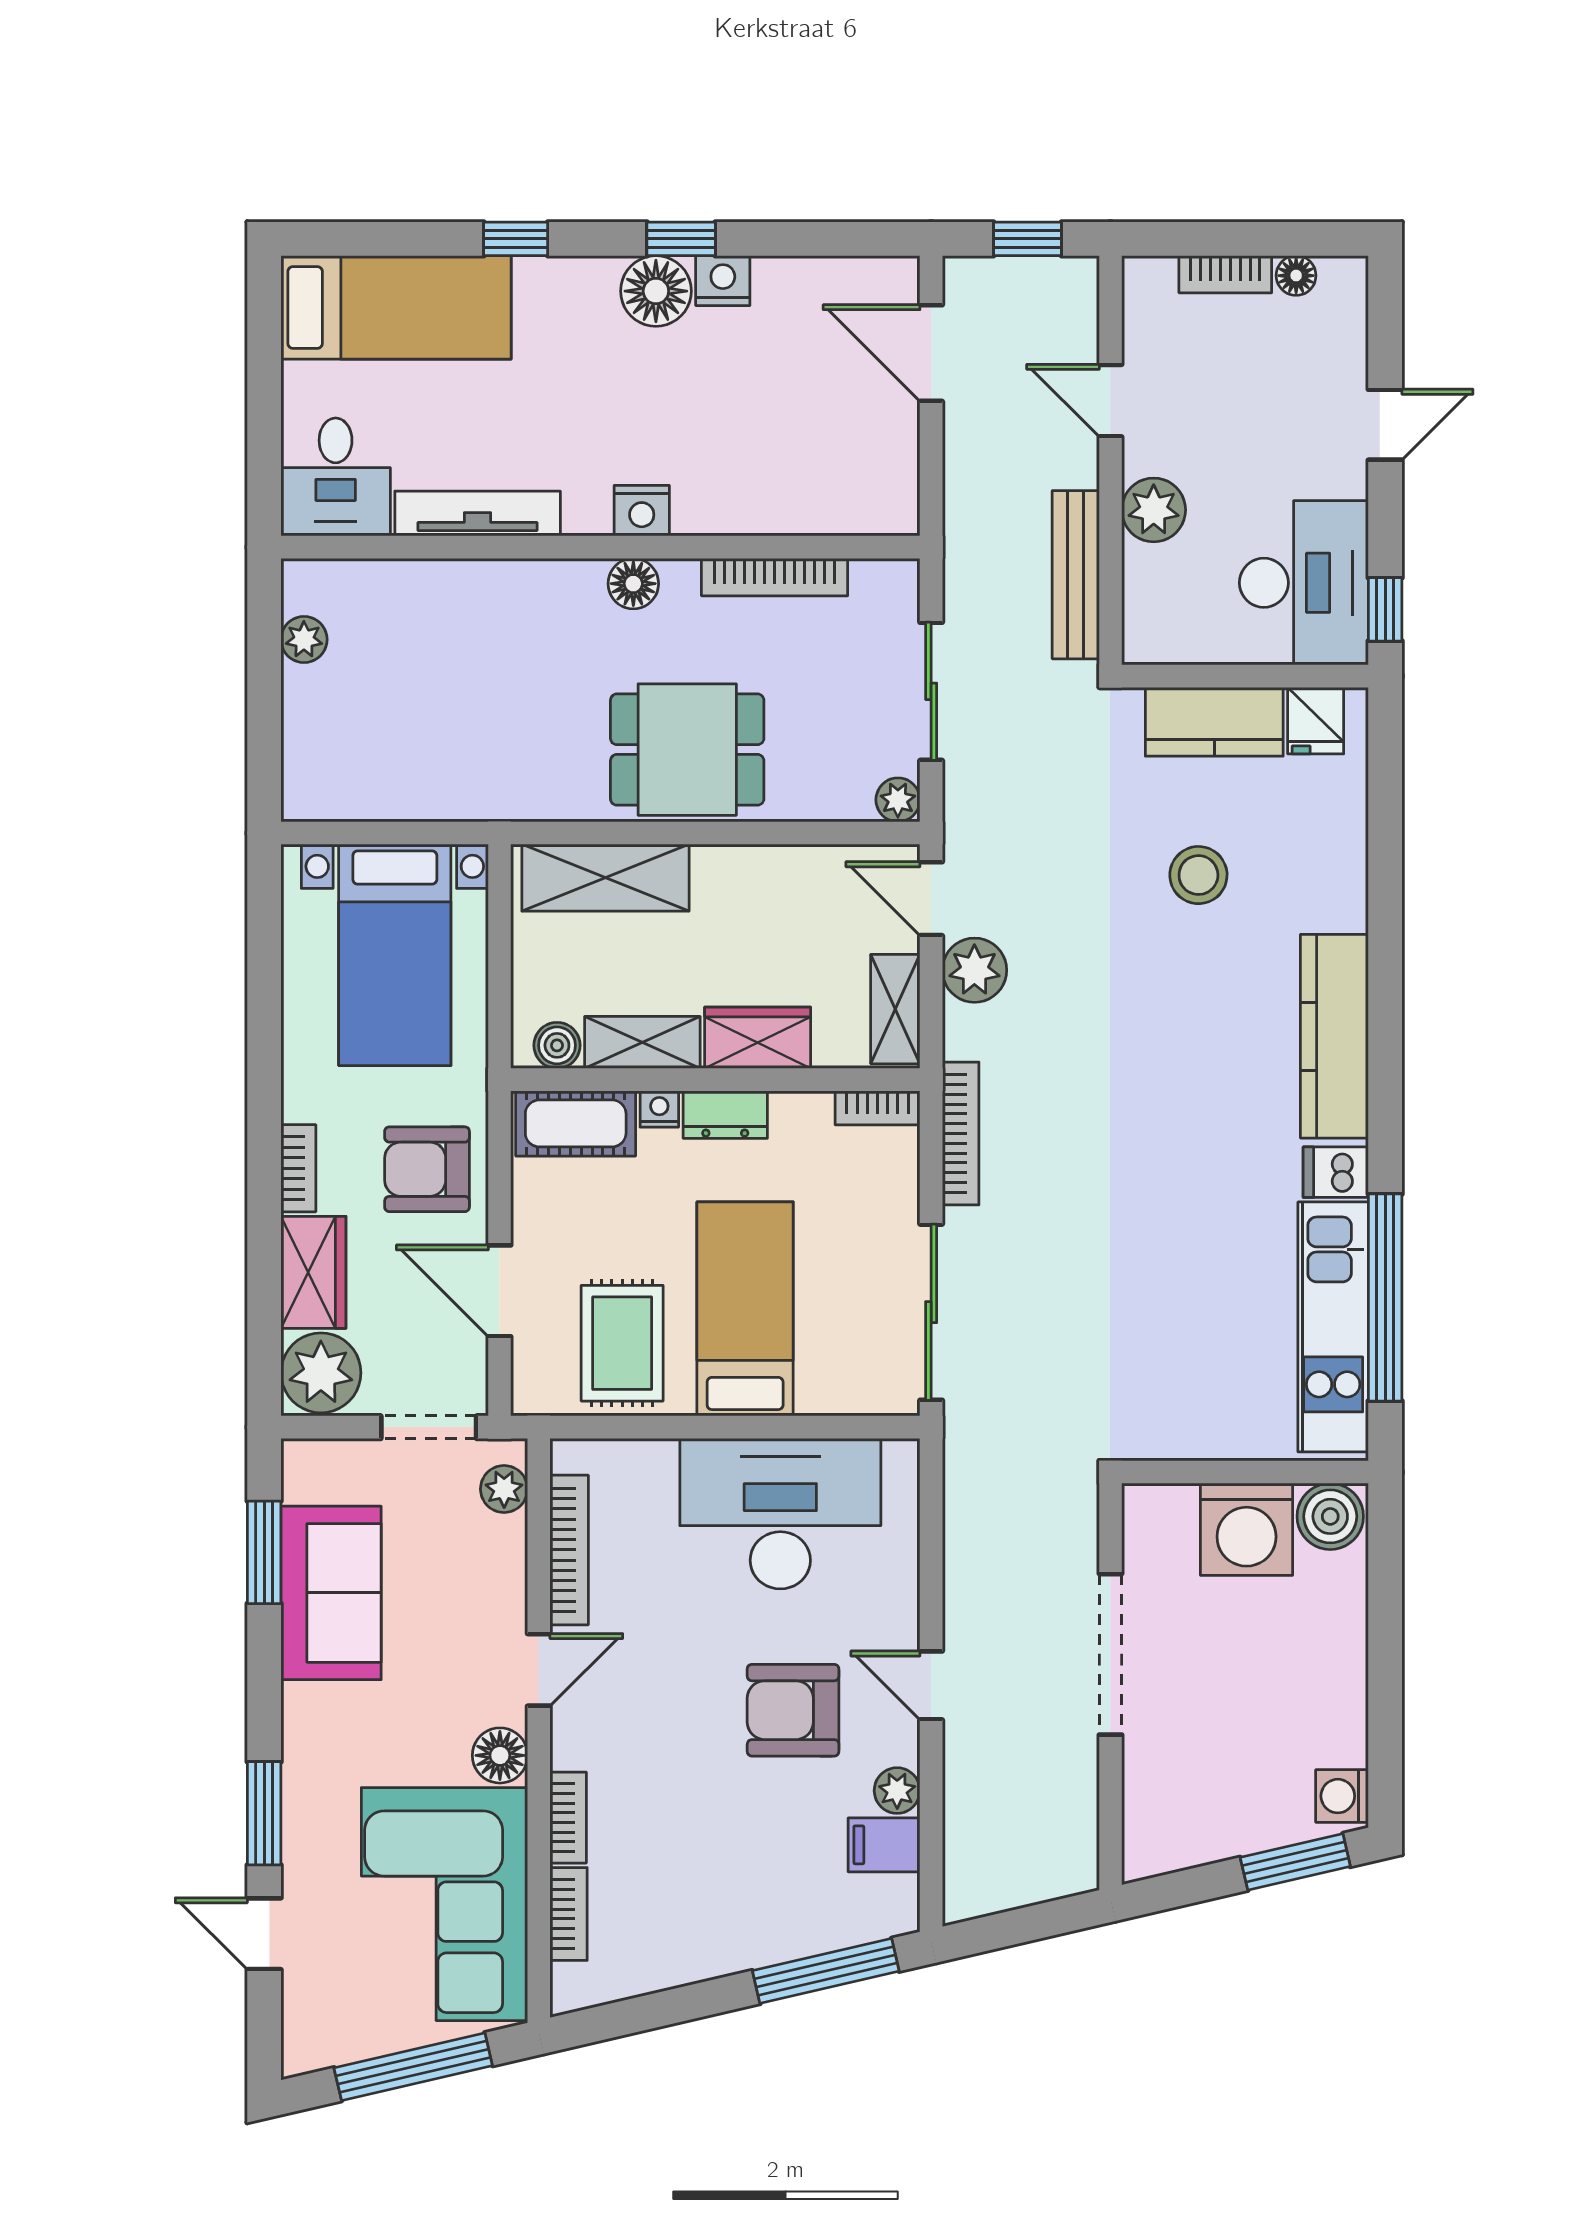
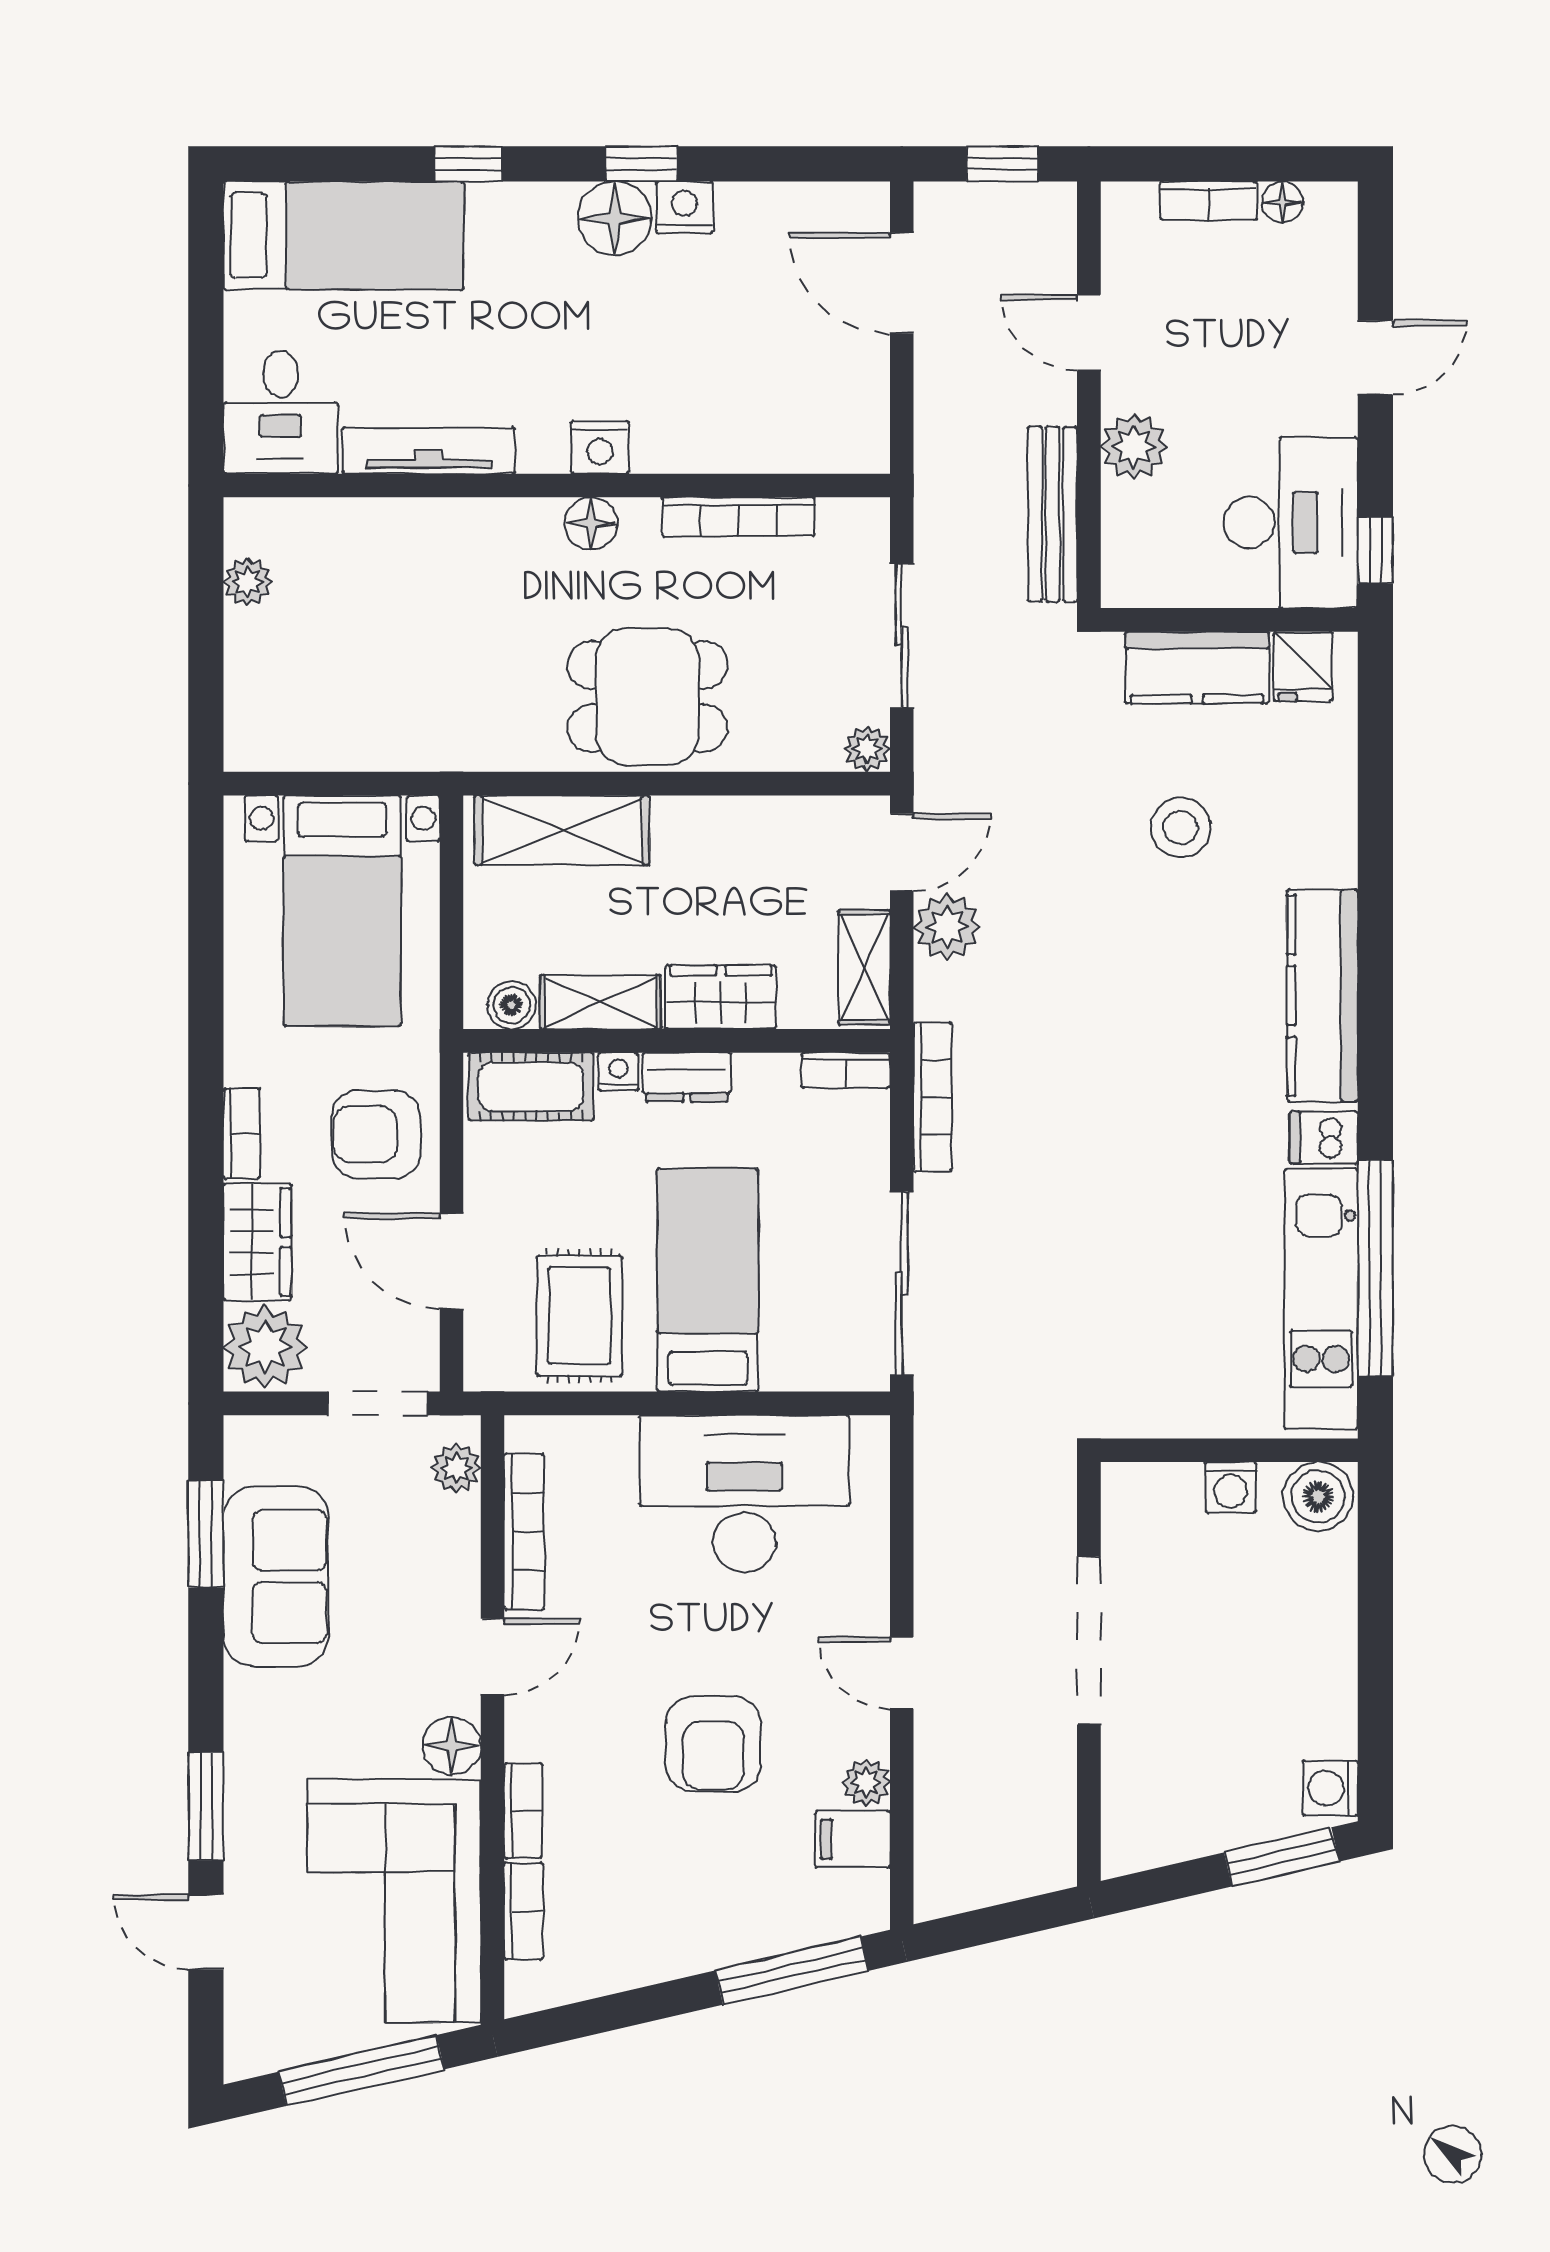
door: (931, 899) -> (902, 852), swing flipped
washing machine: (1247, 1529) -> (1231, 1487), width x0.53, depth x0.53
armchair: (793, 1710) -> (713, 1744), moved, turned -90

